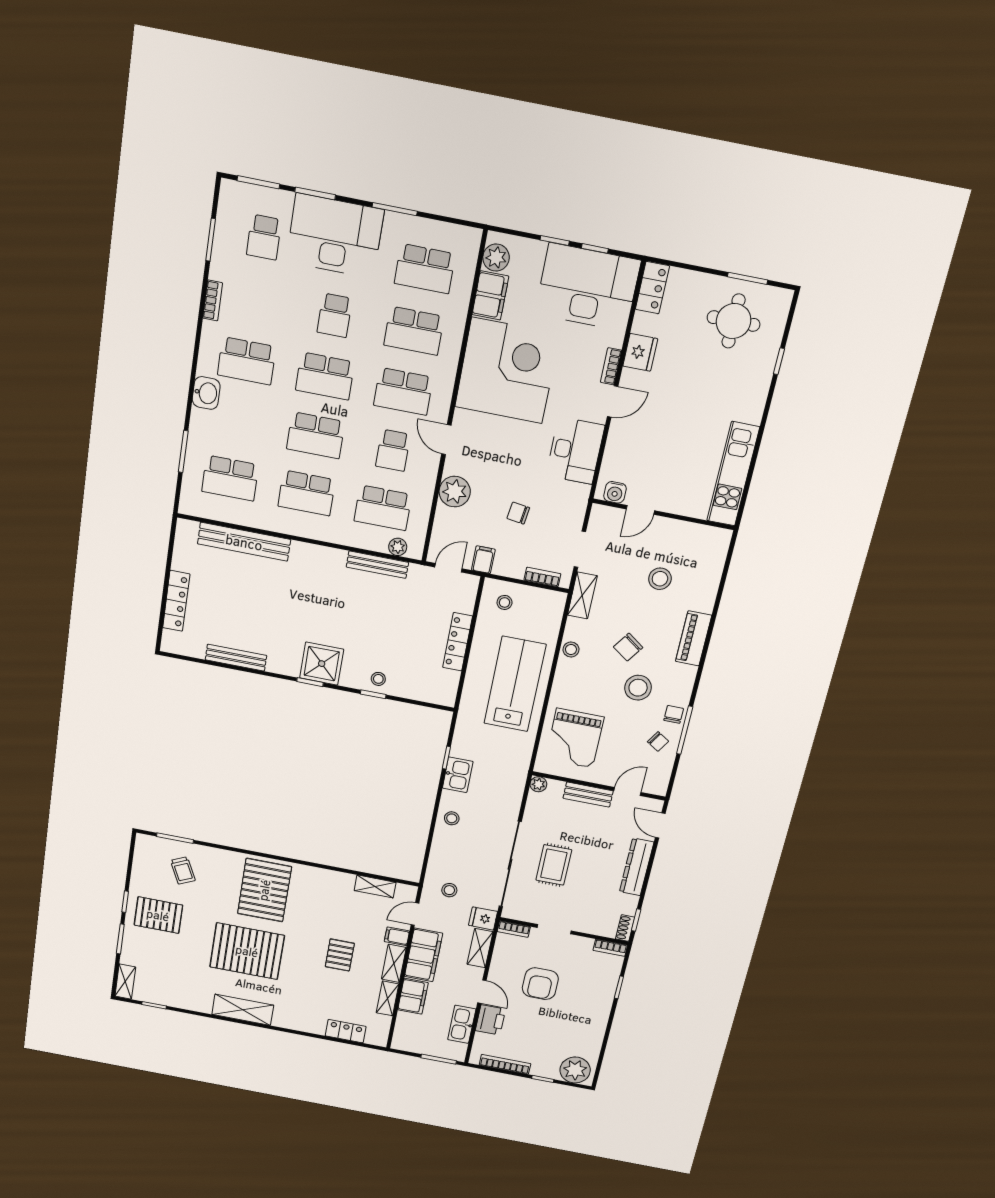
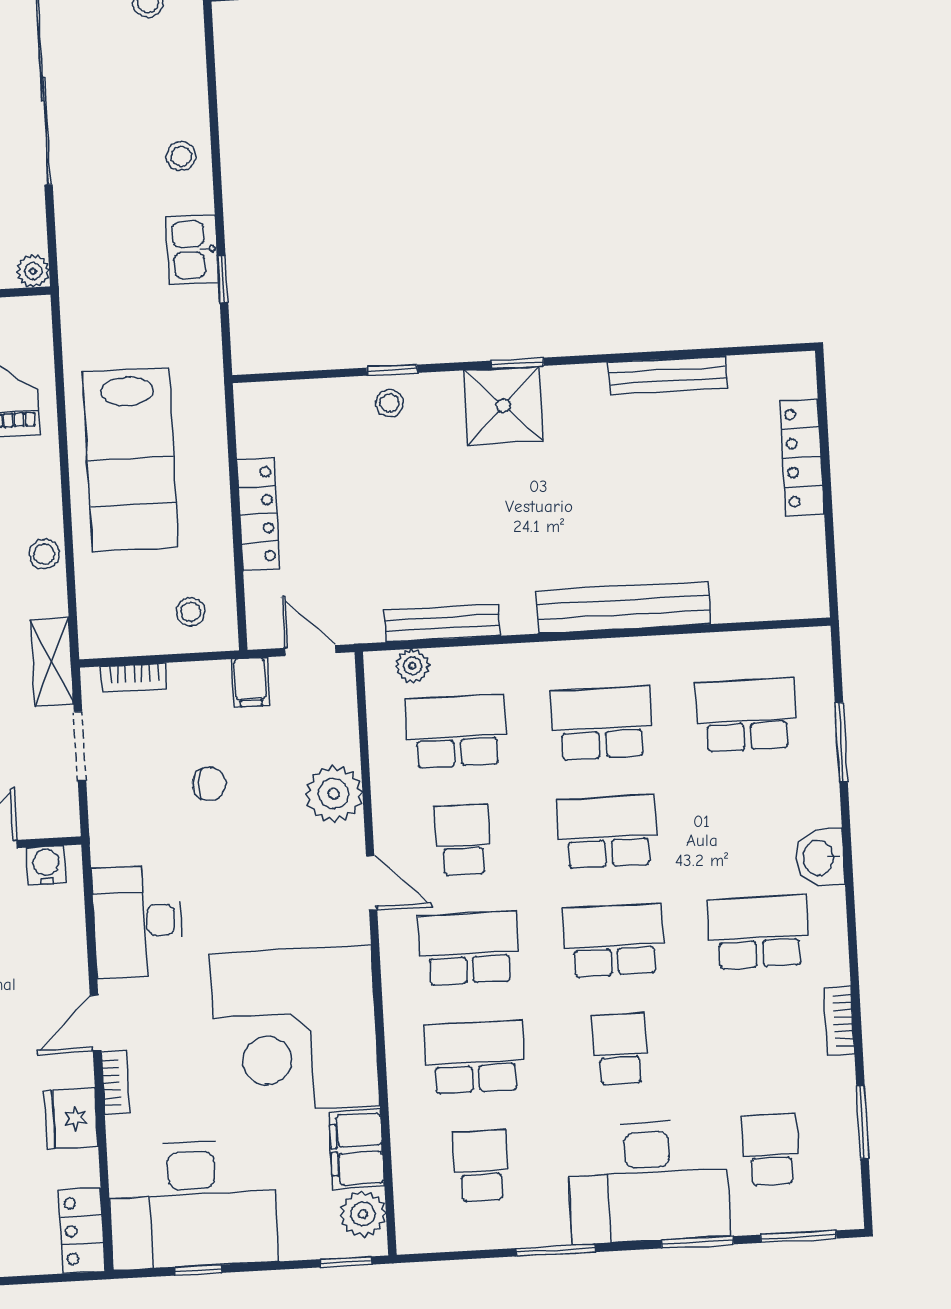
window: (555, 241) -> (346, 1262), moved
school desk: (425, 269) -> (481, 1166), width x0.54
bench: (244, 542) -> (623, 607), moved
door: (448, 568) -> (310, 651), swing flipped

